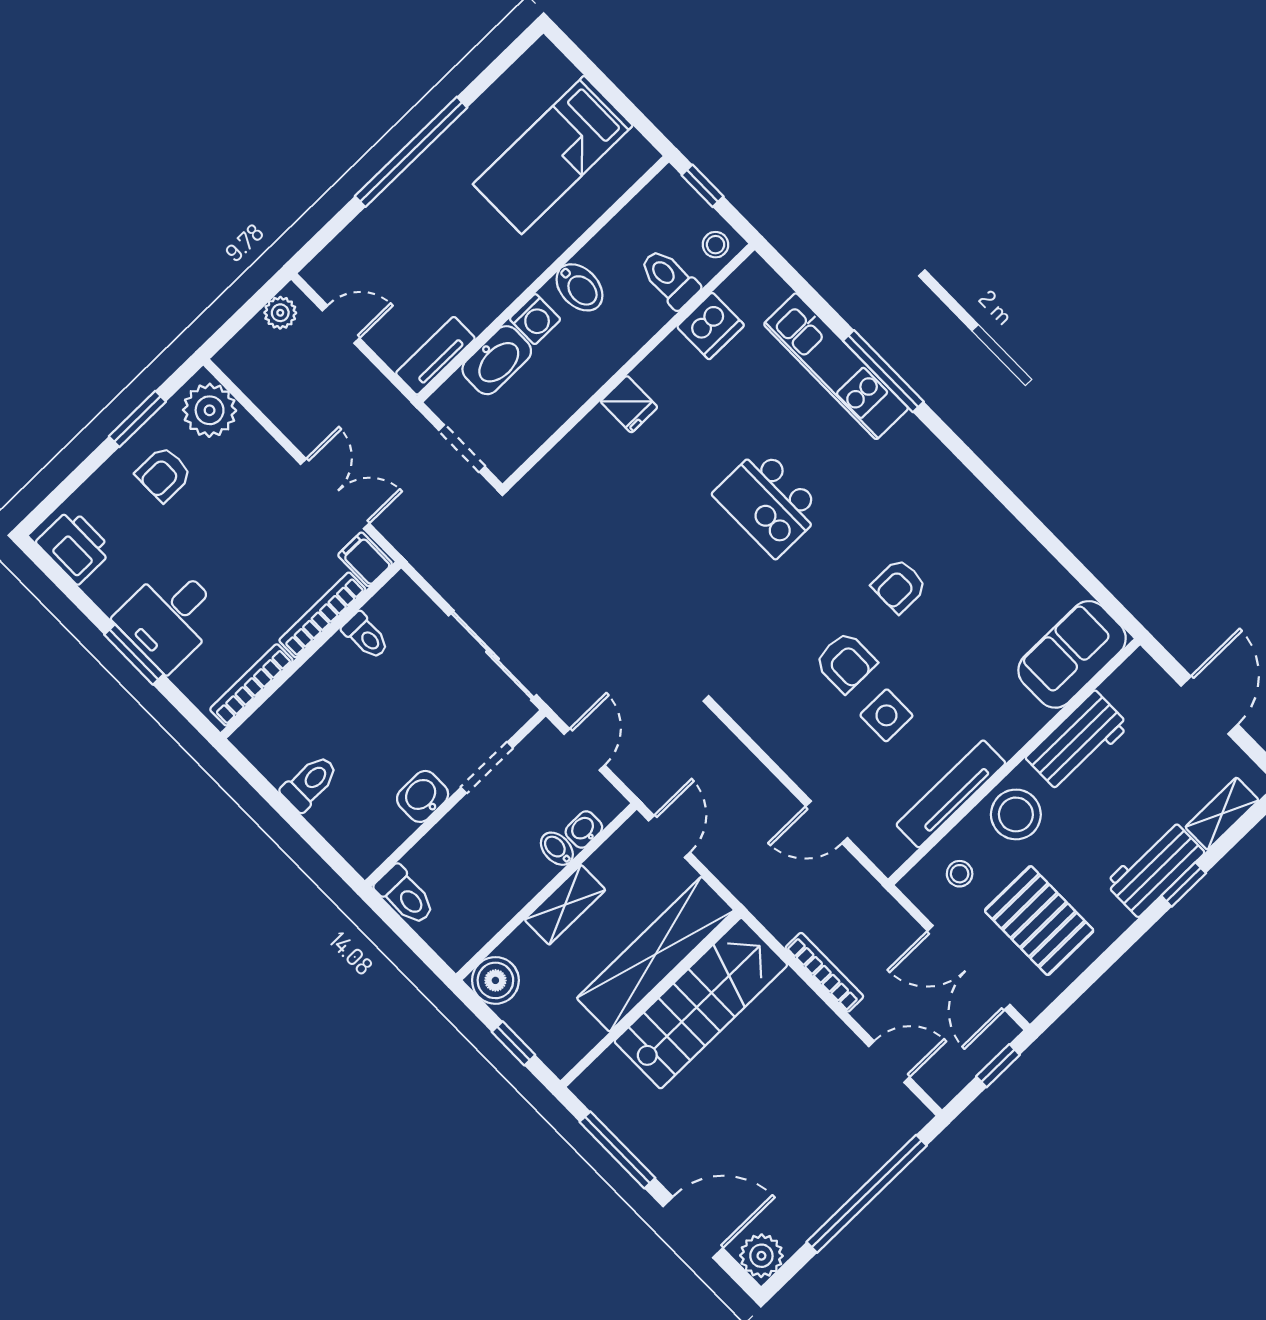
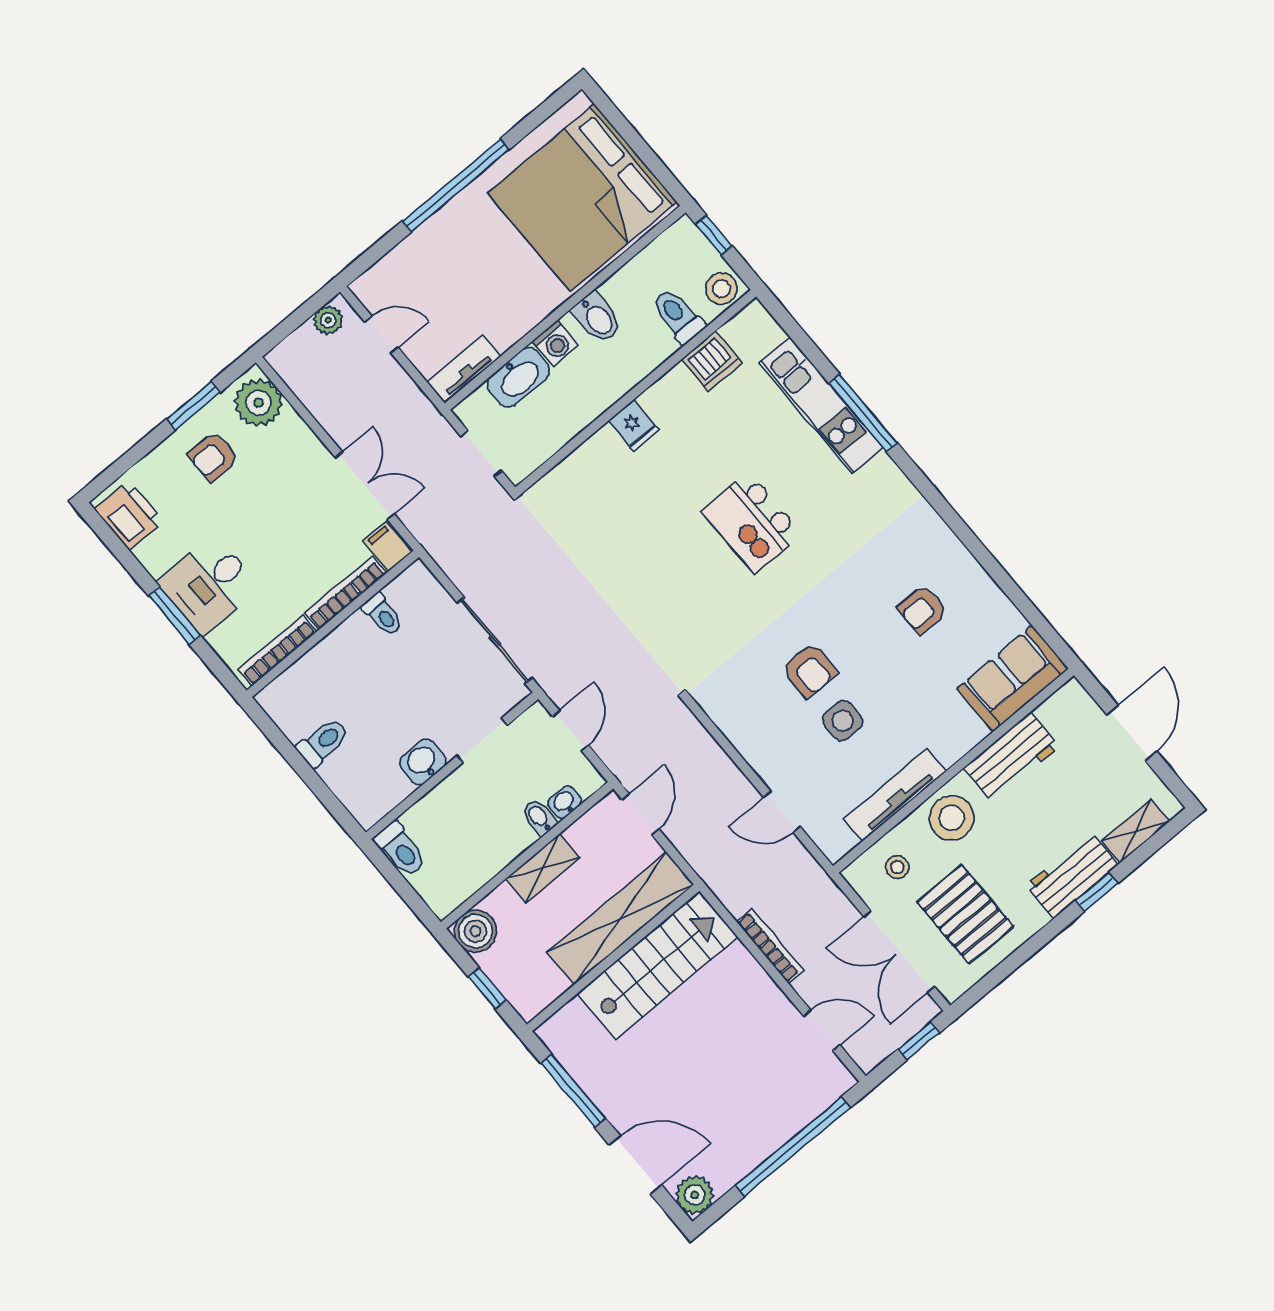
bed: (553, 155) -> (582, 198), width x2.04
stool: (716, 245) -> (722, 289), width x1.37, depth x1.37
armchair: (899, 586) -> (923, 610), moved

